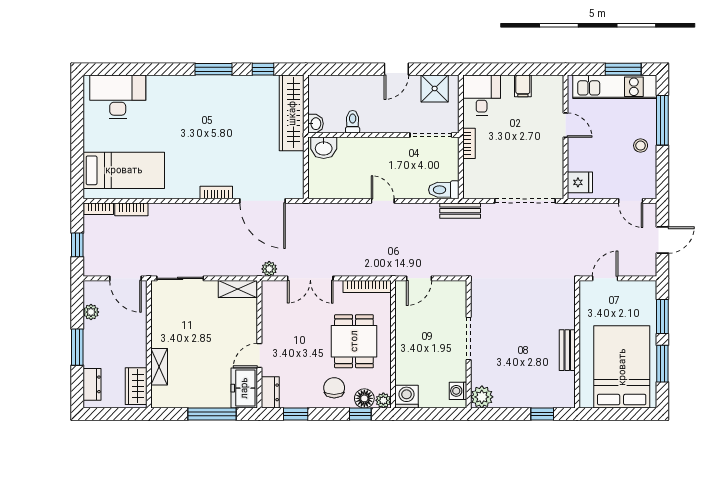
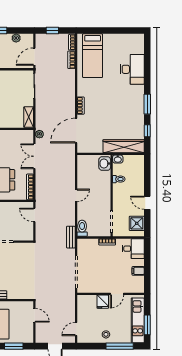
desk: (118, 97) -> (132, 69), moved
fridge: (580, 182) -> (103, 302), moved

